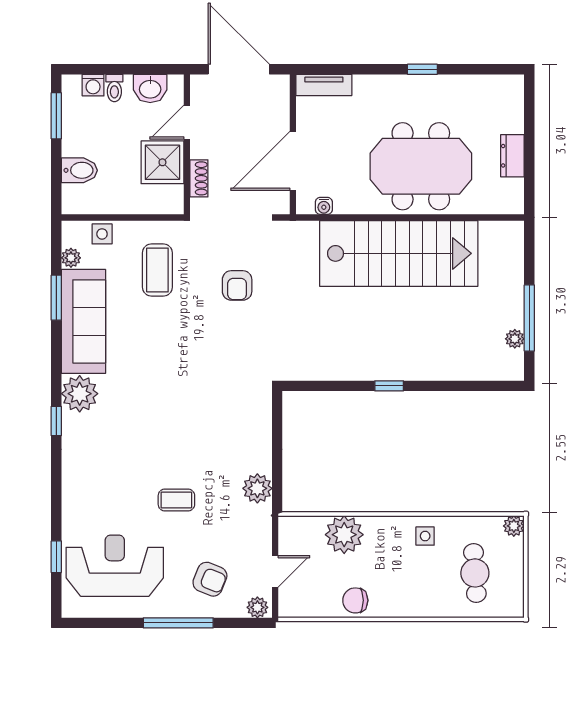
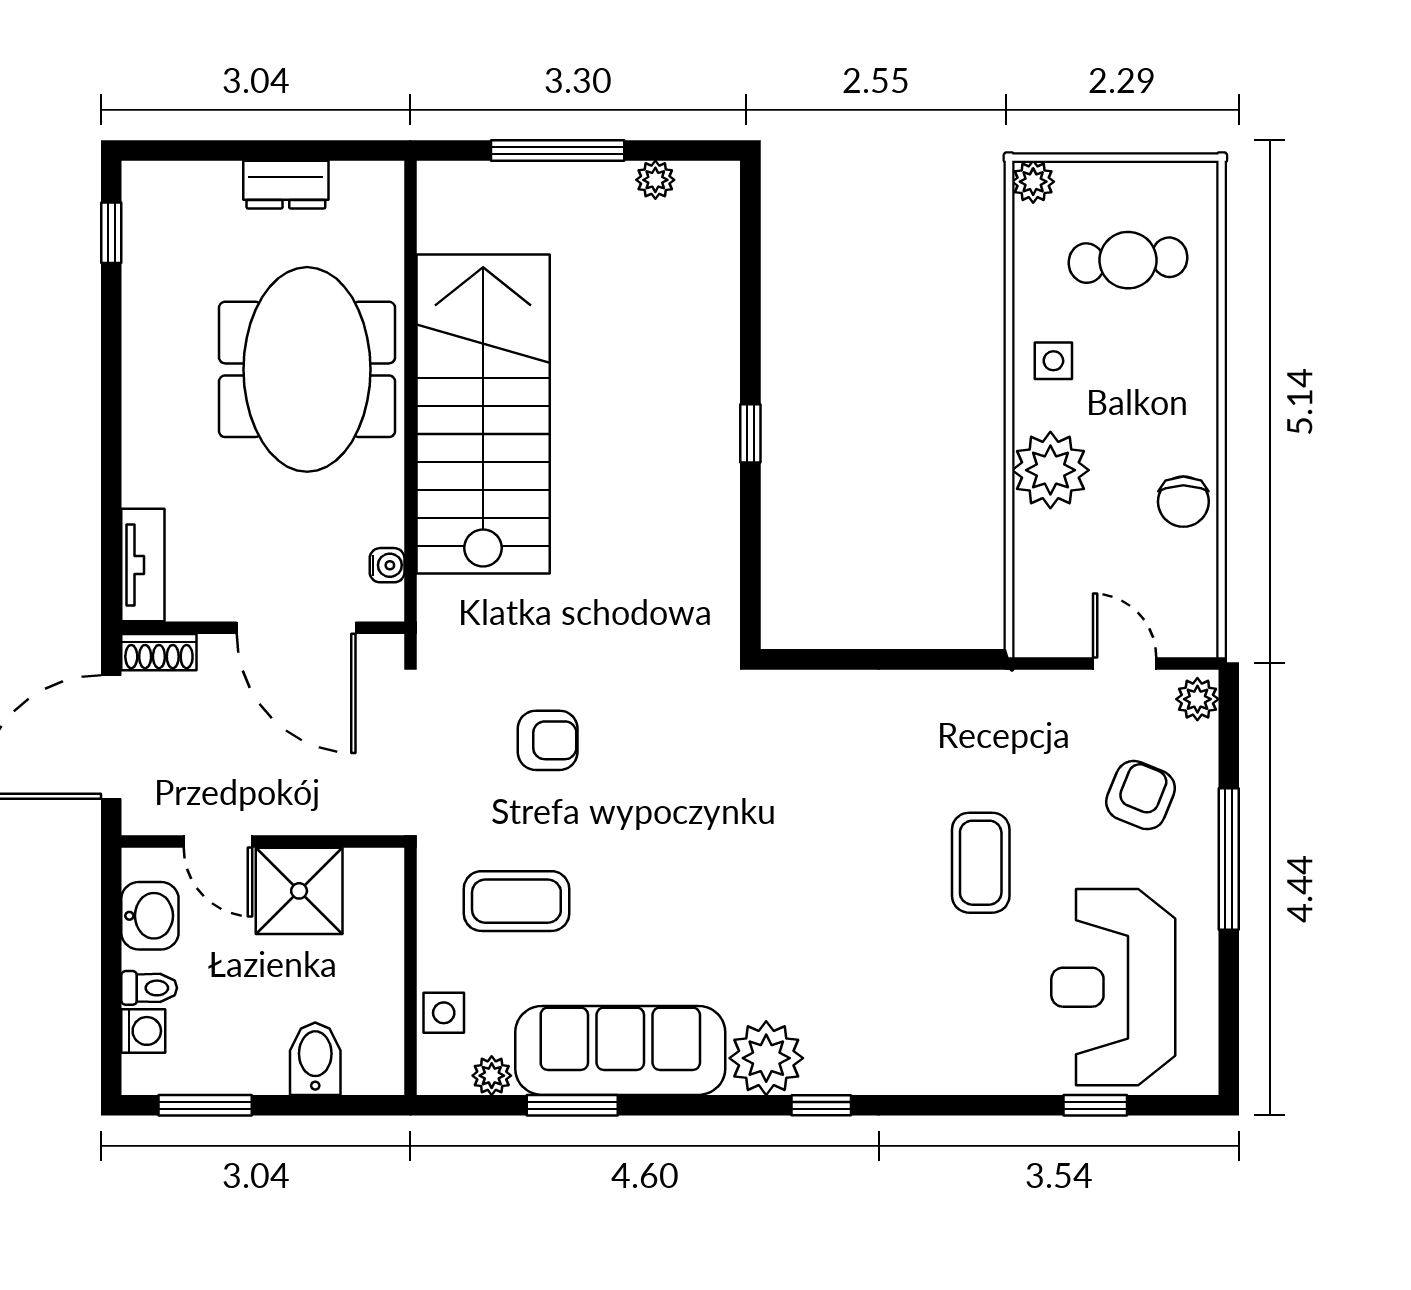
window: (422, 69) -> (111, 233), moved
shoe rack: (199, 178) -> (159, 652), moved, turned 180
window: (529, 318) -> (558, 150), moved
plant: (257, 488) -> (957, 699), removed
coffee table: (176, 500) -> (981, 863), width x1.36, depth x1.30
plant: (344, 535) -> (1050, 470), moved

